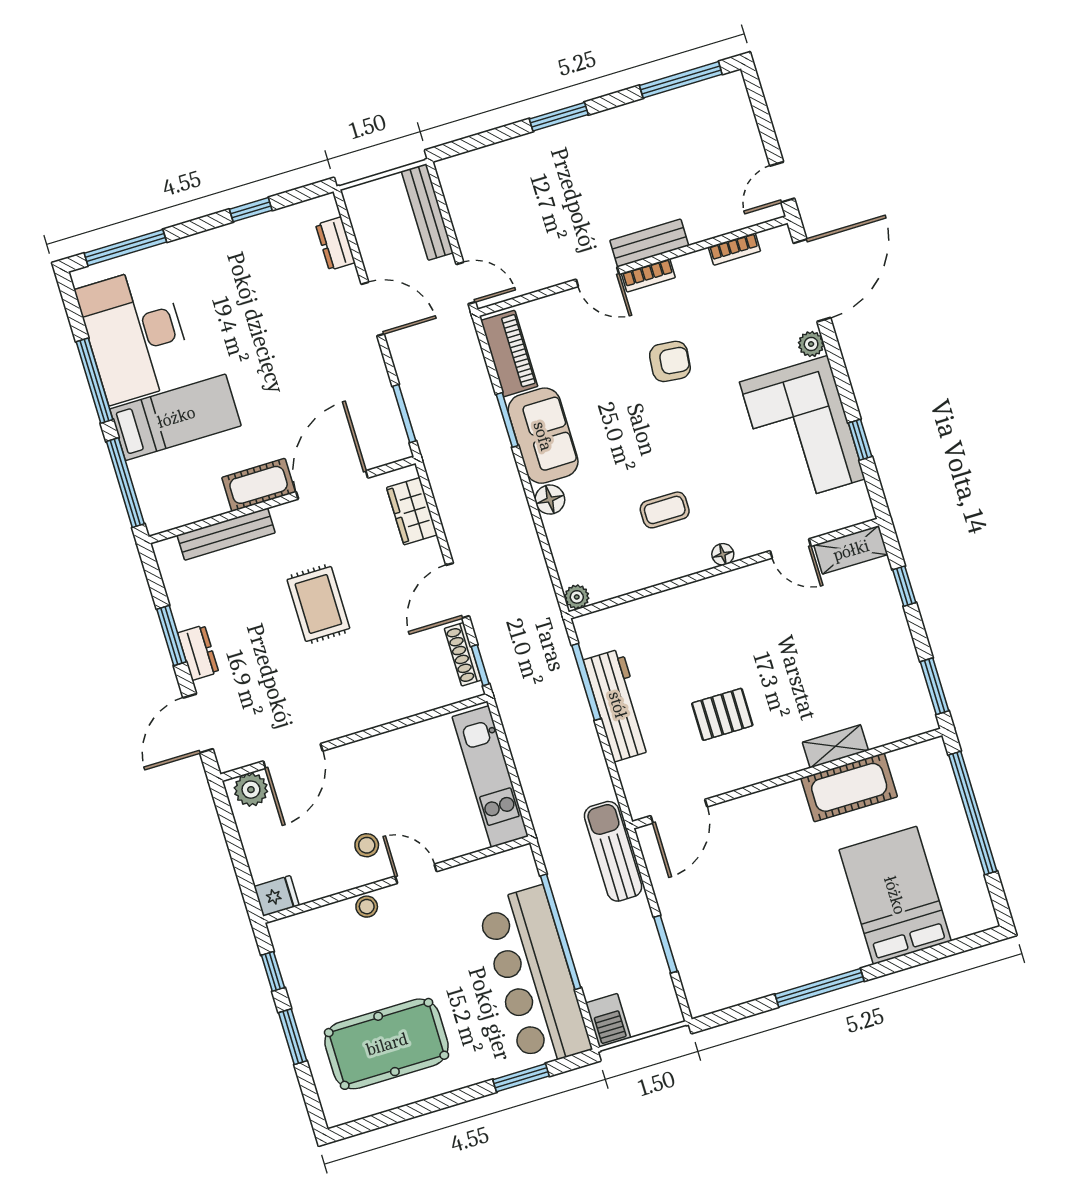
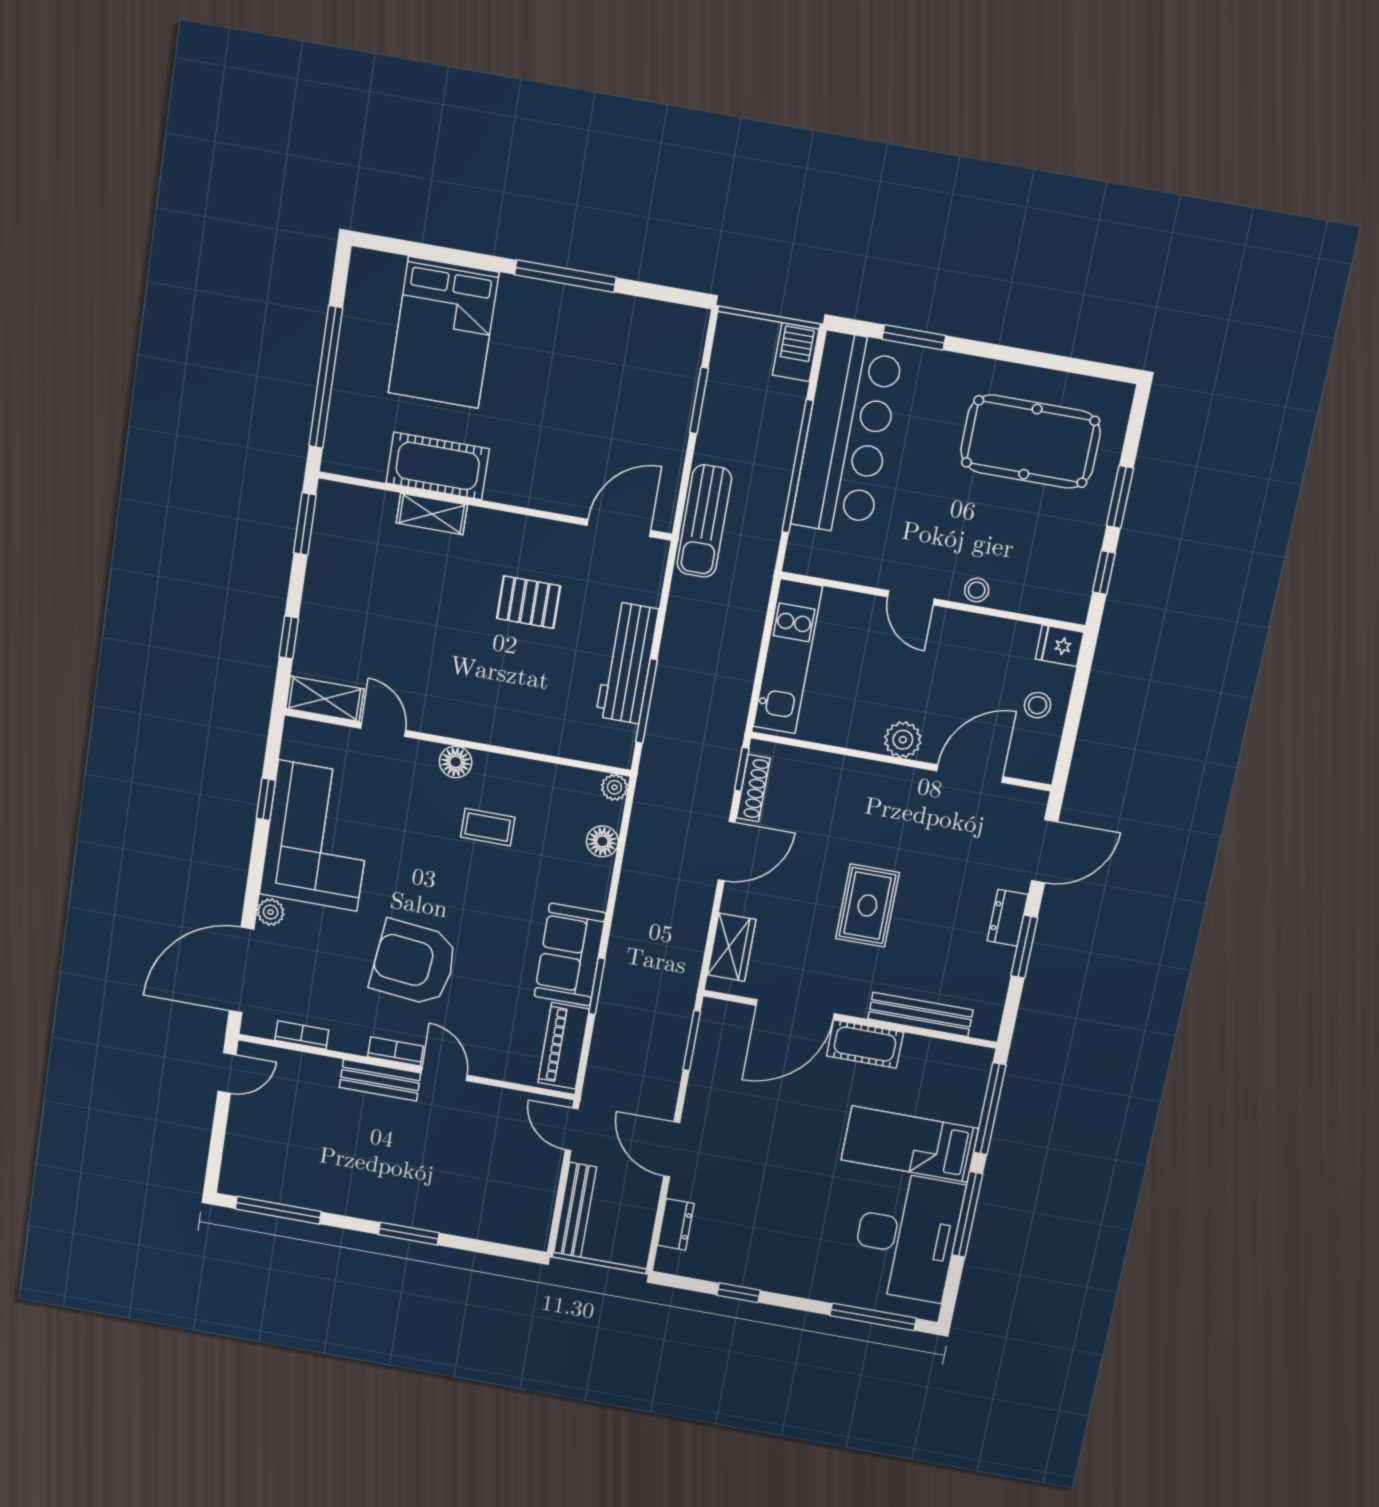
armchair: (670, 361) -> (414, 963), width x1.88, depth x1.88
floor lamp: (550, 500) -> (602, 841), moved
floor lamp: (723, 554) -> (456, 762), width x1.37, depth x1.37
plant: (251, 790) -> (903, 740), moved
stool: (367, 845) -> (1038, 705), moved

